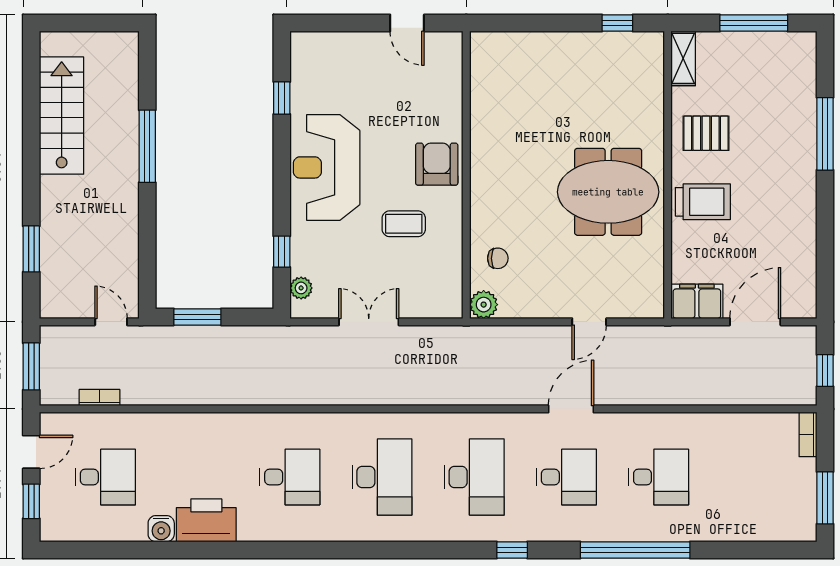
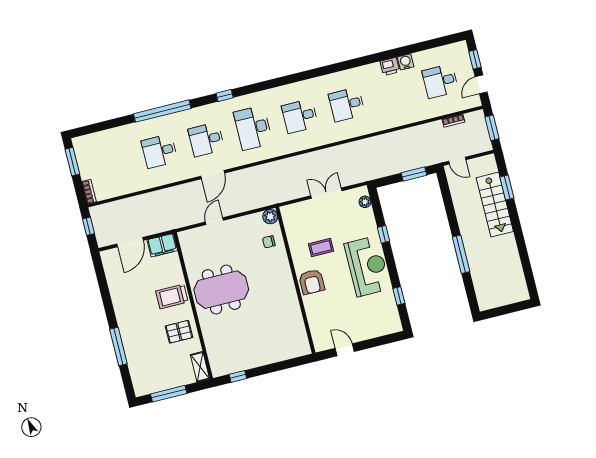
stairs: (62, 116) -> (495, 205), moved
window: (282, 252) -> (384, 234), moved
double door: (369, 322) -> (326, 193), swing flipped
desk: (382, 477) -> (300, 116), width x0.73
printer: (206, 520) -> (390, 67), width x0.53, depth x0.68

